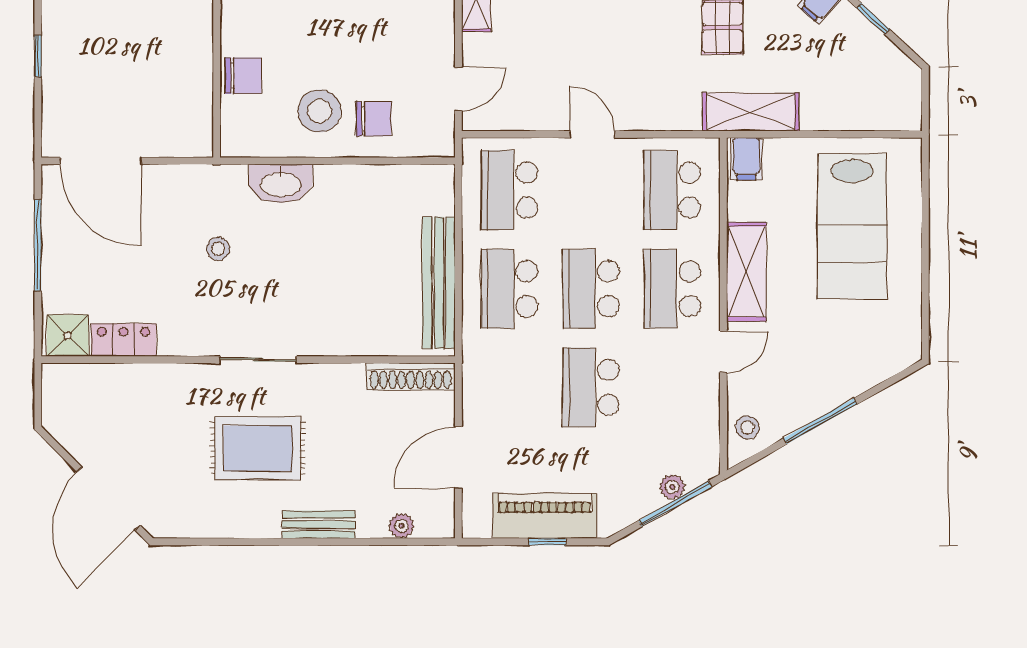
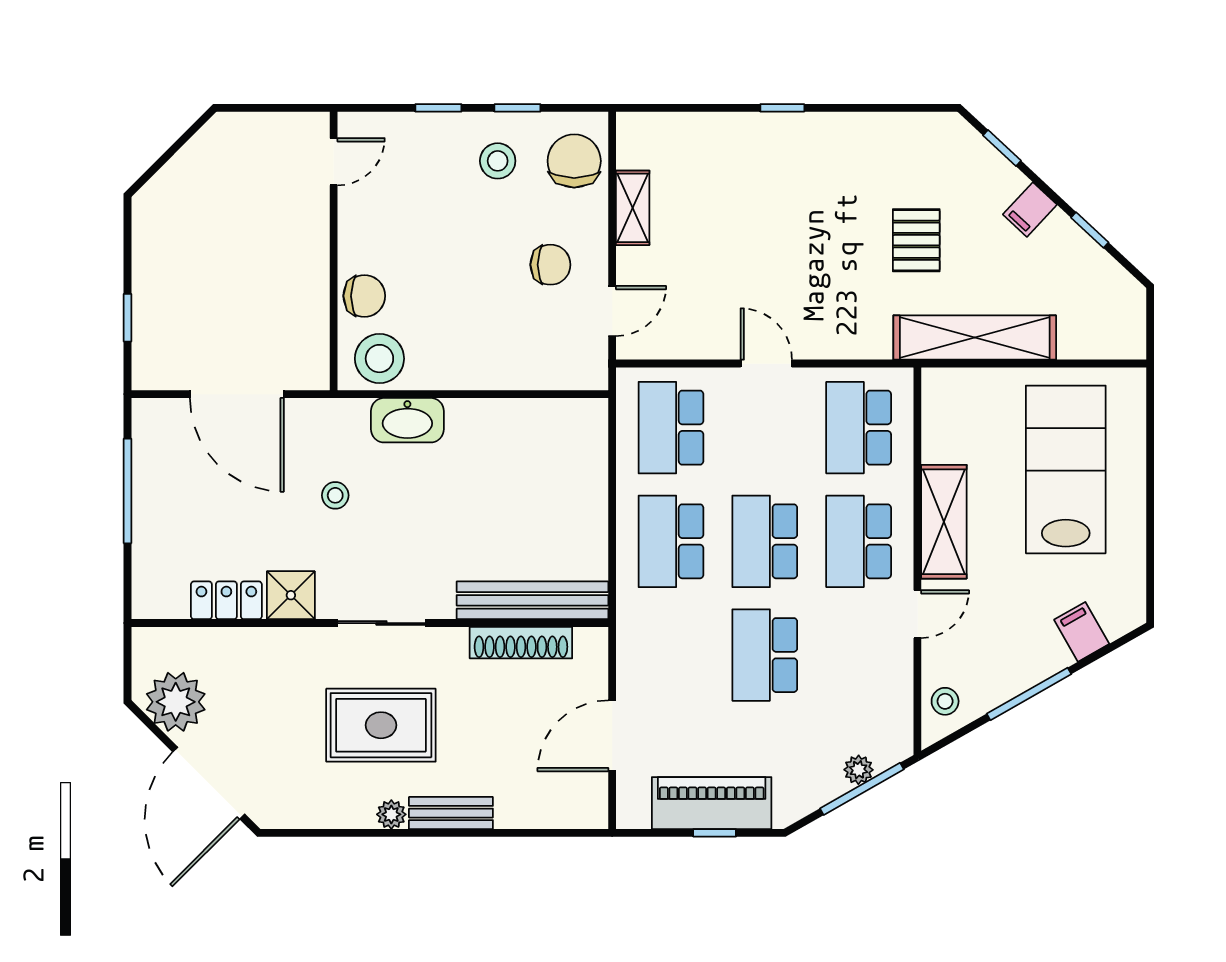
window: (38, 56) -> (128, 318), moved
stool: (320, 111) -> (379, 359), moved
shelving: (751, 112) -> (975, 338), width x1.47
chair: (374, 119) -> (550, 265), moved
filing cabinet: (746, 159) -> (1082, 632), moved, turned 150
door: (101, 161) -> (237, 394), moved
lab bench: (852, 226) -> (1066, 469), turned 180
bench: (439, 283) -> (532, 600), moved, turned 90
shower: (68, 335) -> (291, 595), moved
shoe rack: (411, 377) -> (521, 643), moved
plant: (80, 428) -> (176, 702), added
plant: (402, 526) -> (391, 814), moved

